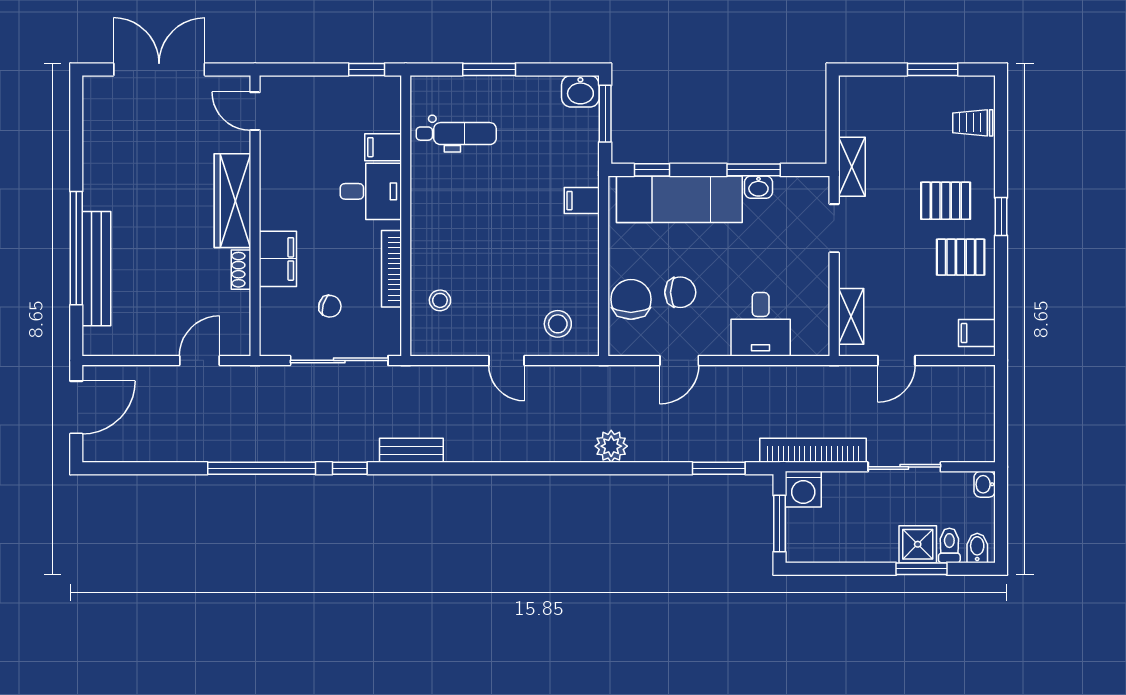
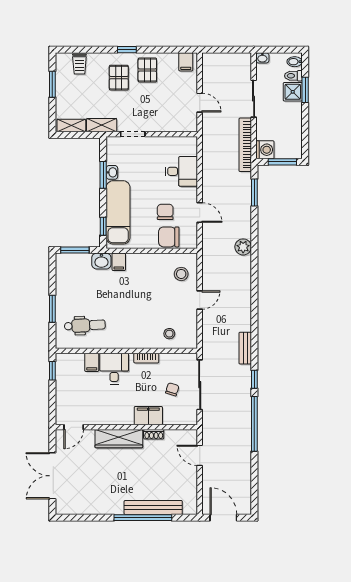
washbasin: (580, 91) -> (101, 261), moved, turned 90
dental chair: (456, 134) -> (85, 325), turned 87
bookcase: (391, 269) -> (146, 358), width x0.64
shelving: (851, 316) -> (71, 125), moved

